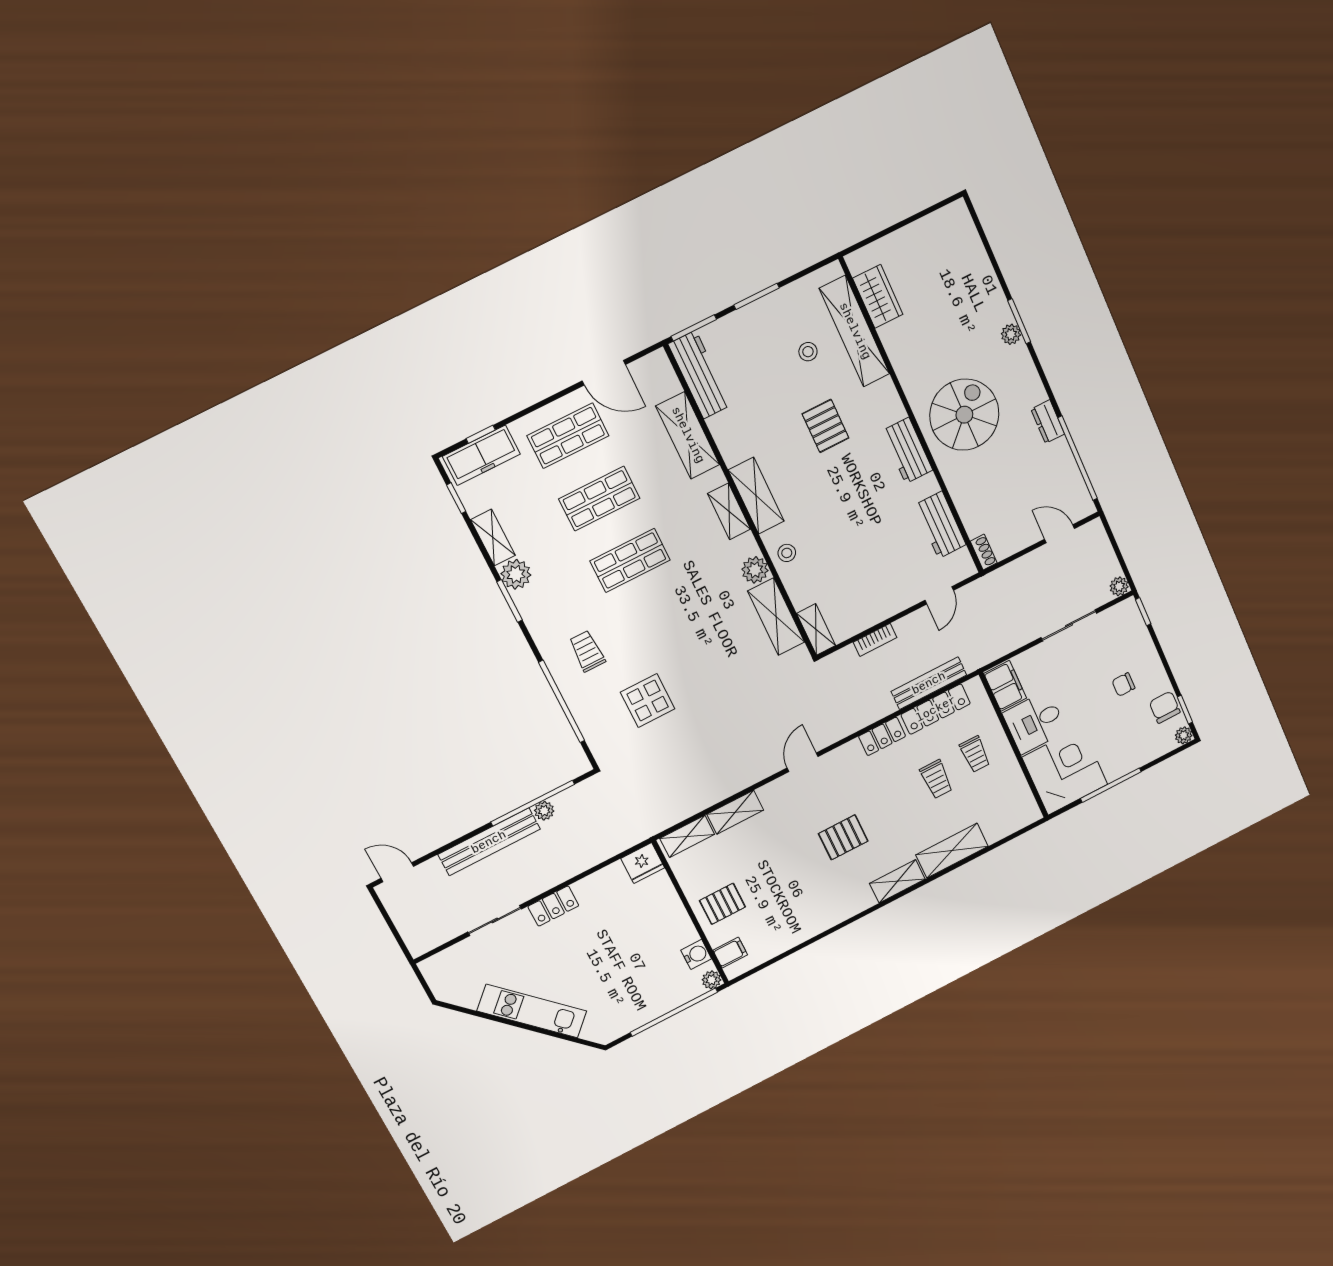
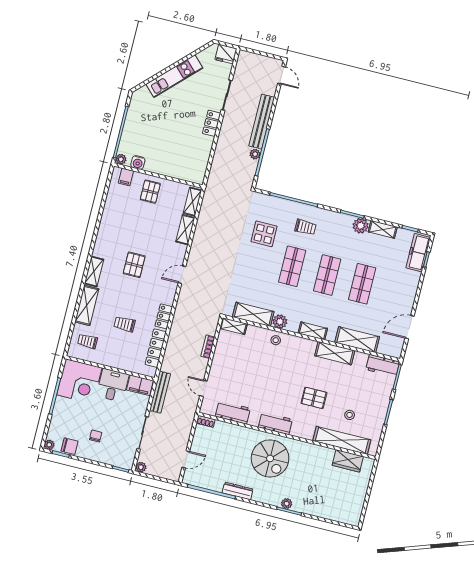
workbench: (700, 375) -> (383, 366), width x0.73
dresser: (1048, 422) -> (238, 491), width x1.44
shop shelf: (568, 436) -> (292, 266), moved
shelving: (756, 496) -> (335, 353), moved
bench: (929, 683) -> (160, 392), moved
trolley: (975, 754) -> (88, 341), moved
door: (803, 762) -> (182, 275), swing flipped
fridge: (643, 863) -> (226, 54), moved, turned -90
door: (397, 872) -> (282, 75), hinge flipped

